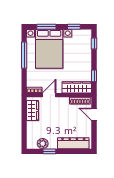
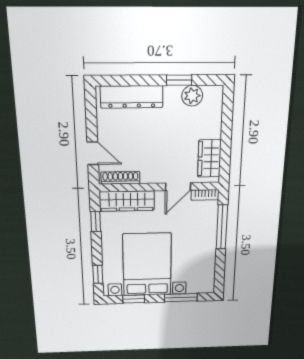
bed with nightstands: (49, 49) -> (147, 265), moved
window: (24, 55) -> (222, 227), moved

